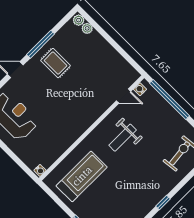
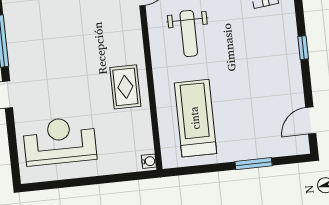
rug: (55, 63) -> (125, 87), moved, turned 90

